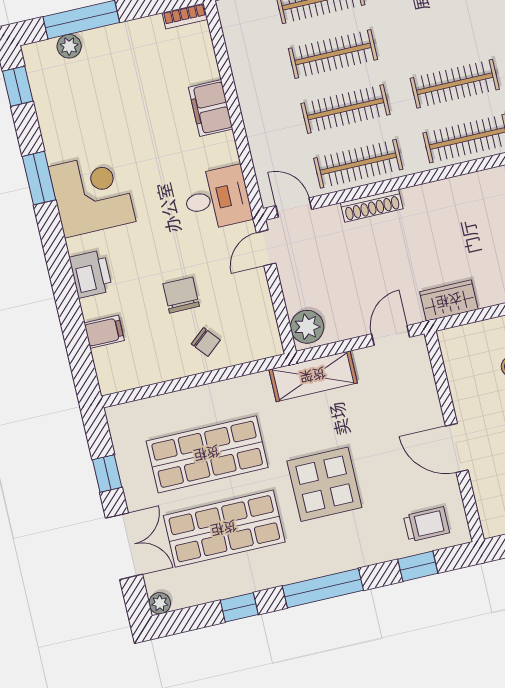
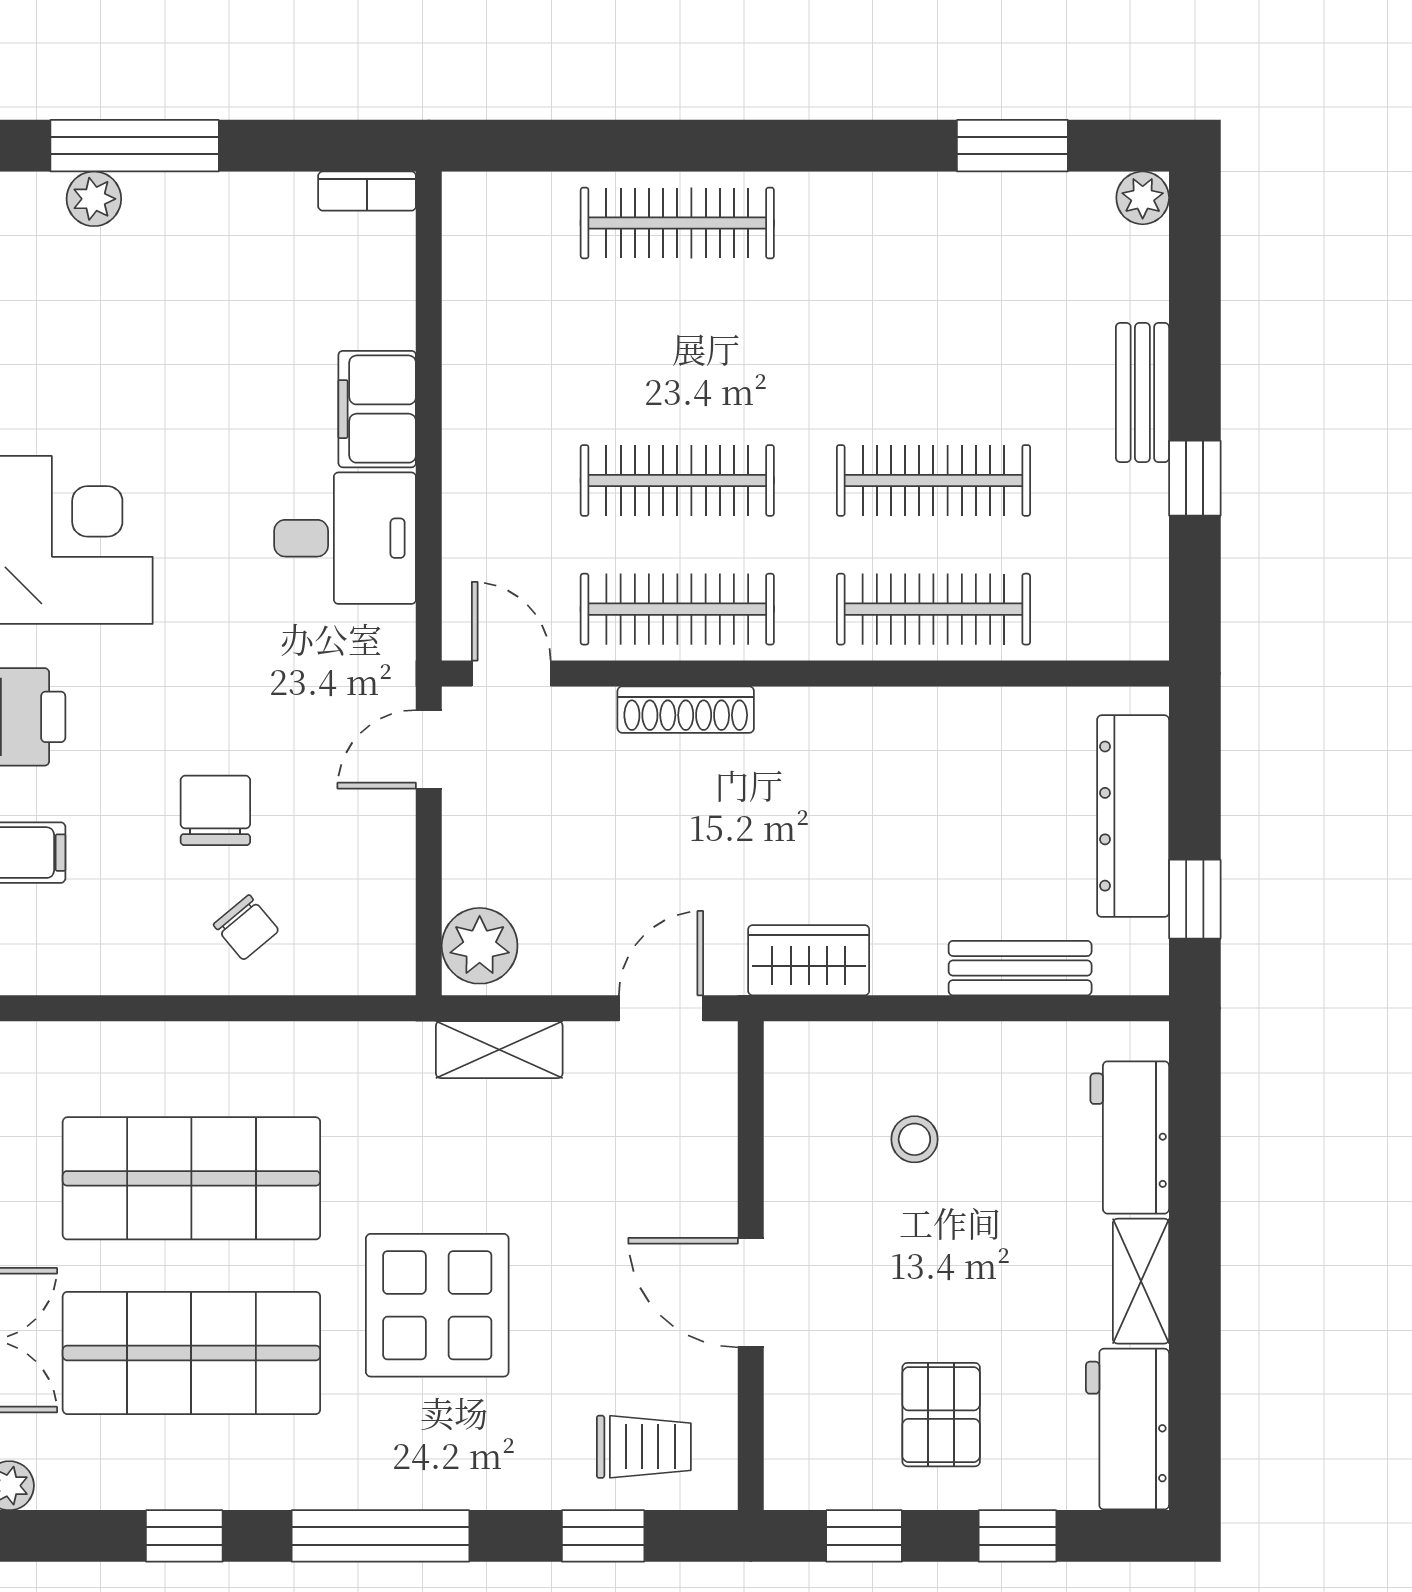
clothes rail: (333, 54) -> (677, 352), removed
desk: (217, 198) -> (345, 538), moved
shelving: (313, 376) -> (499, 1050), width x0.67, depth x0.75

